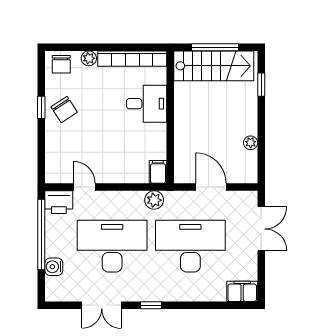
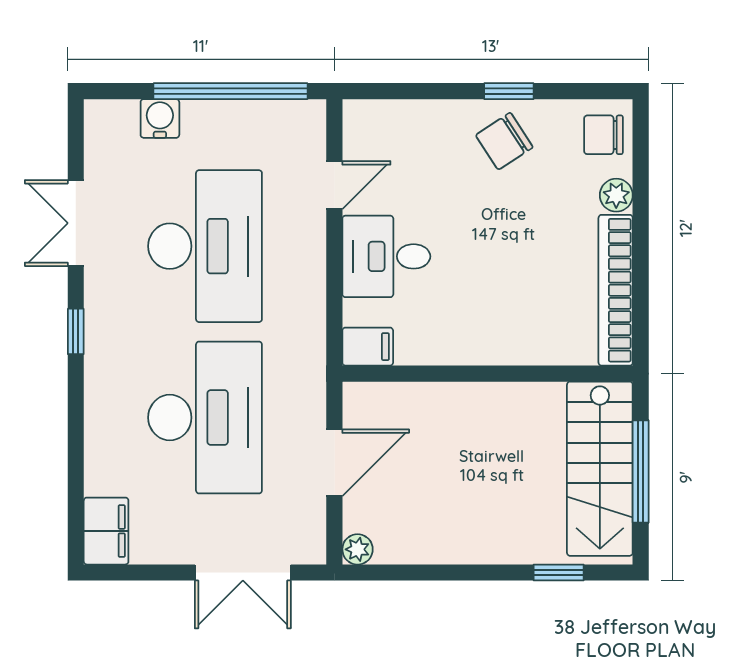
desk: (147, 104) -> (386, 256), moved, turned 90
plant: (251, 143) -> (358, 549), moved
plant: (154, 200) -> (306, 338), removed
printer: (59, 202) -> (301, 129), removed

